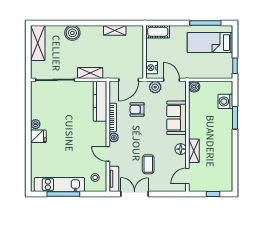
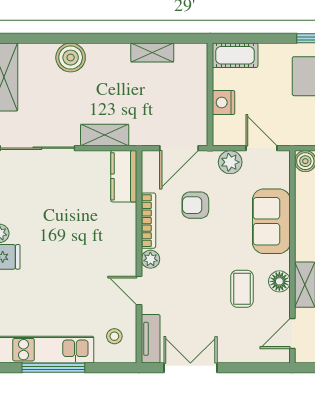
nightstand: (152, 68) -> (223, 102), moved
kitchen counter: (100, 101) -> (124, 176), width x0.67
coffee table: (148, 164) -> (242, 289), moved

